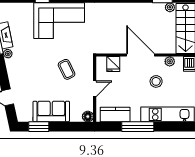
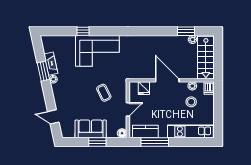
stool: (156, 81) -> (191, 102), moved
window: (39, 127) -> (97, 142), moved
window: (138, 127) -> (155, 142), moved

